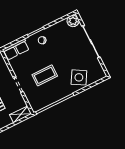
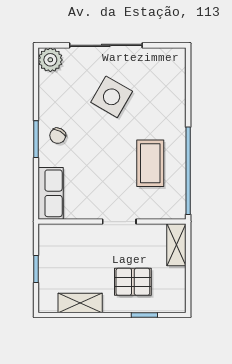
coffee table: (45, 75) -> (150, 163), moved
side table: (79, 77) -> (112, 97), moved

